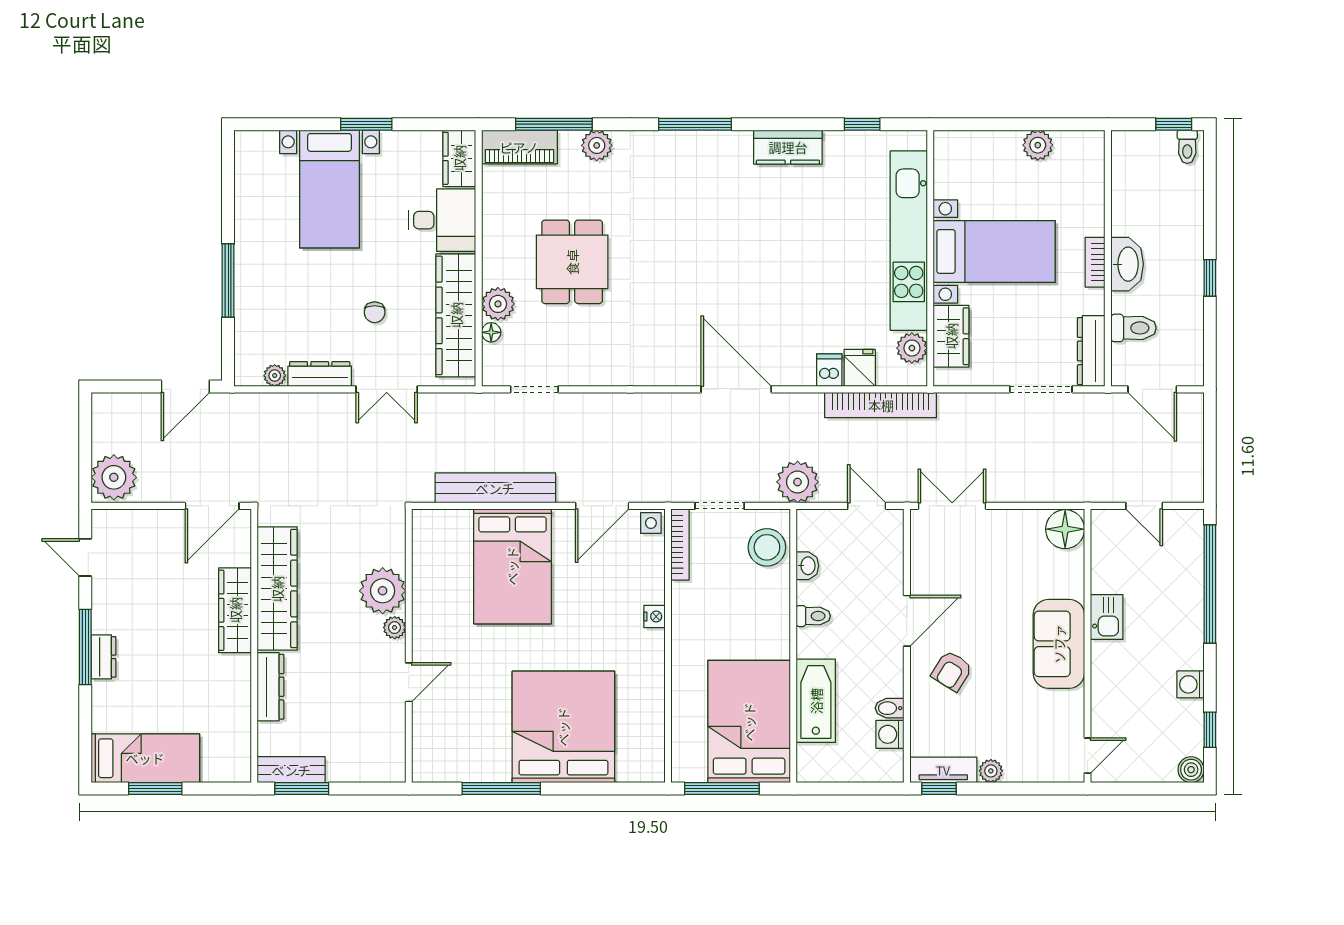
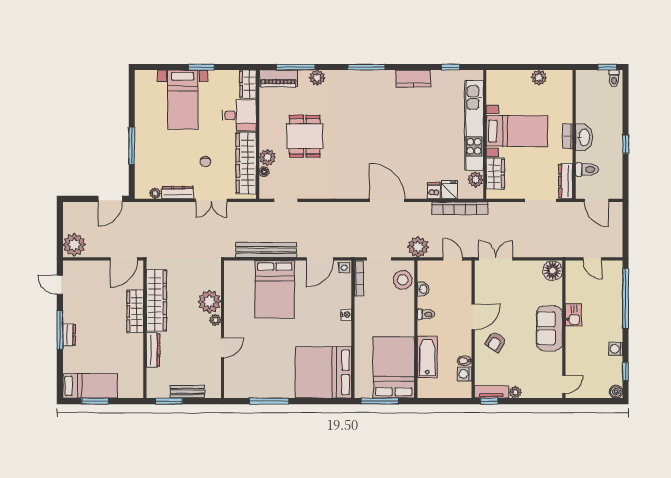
bed: (563, 727) -> (323, 372), moved, turned -90
bench: (291, 770) -> (187, 392), moved

